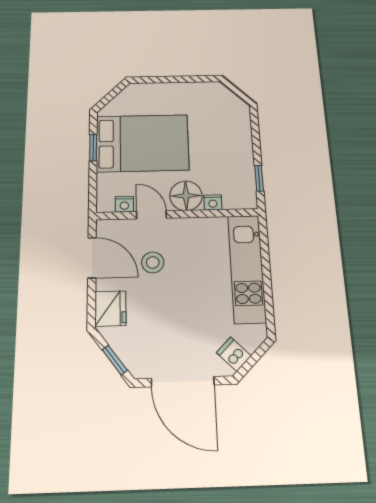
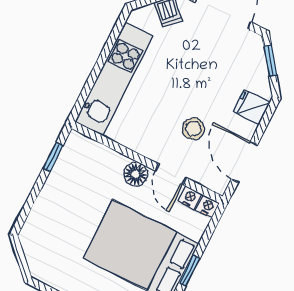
floor lamp: (186, 196) -> (136, 174), width x0.73, depth x0.73
nightstand: (213, 202) -> (208, 206), moved
fridge: (110, 309) -> (251, 107), width x0.72

